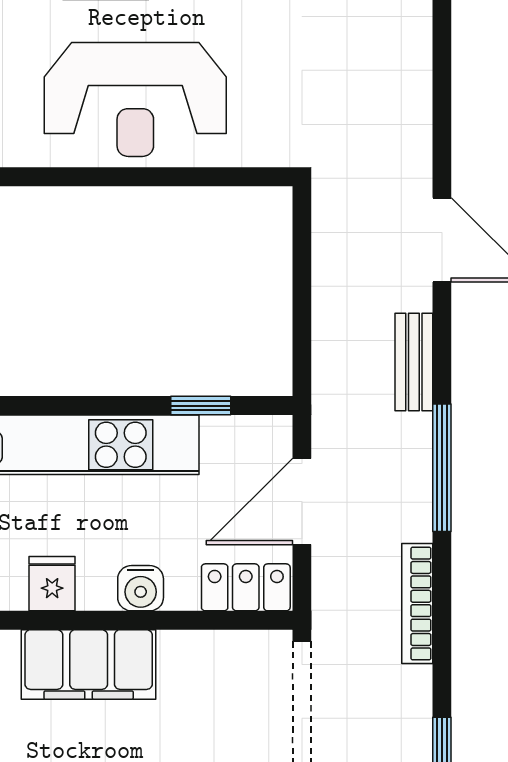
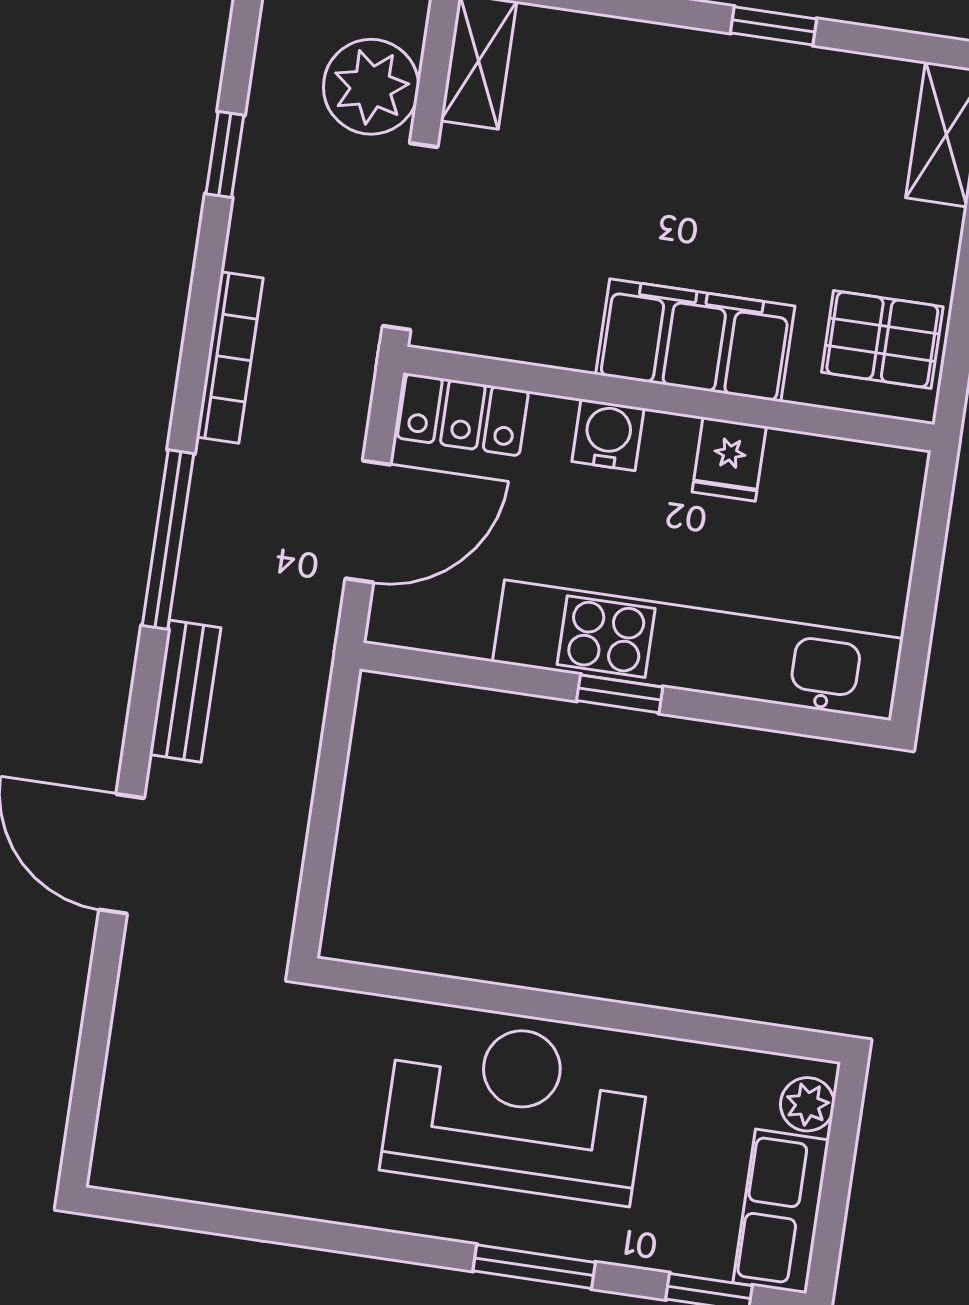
window: (201, 406) -> (620, 694), moved

